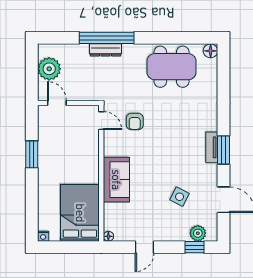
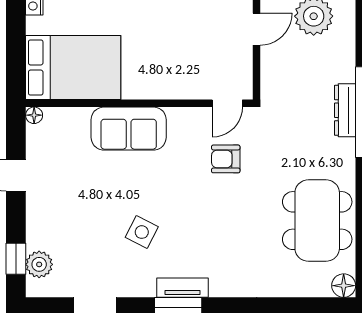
side table: (180, 197) -> (142, 232), moved

